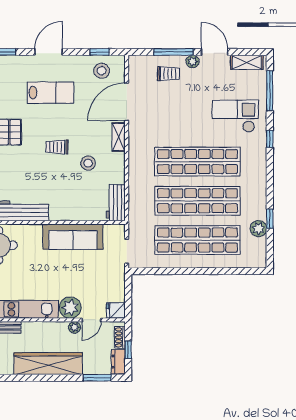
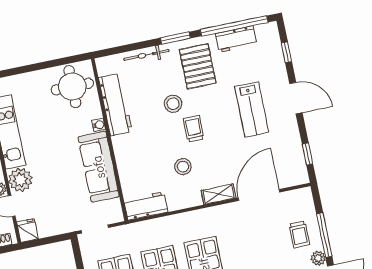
stool: (102, 71) -> (173, 104), moved
door: (127, 102) -> (259, 195), hinge flipped
water cooler: (36, 229) -> (99, 125), added

